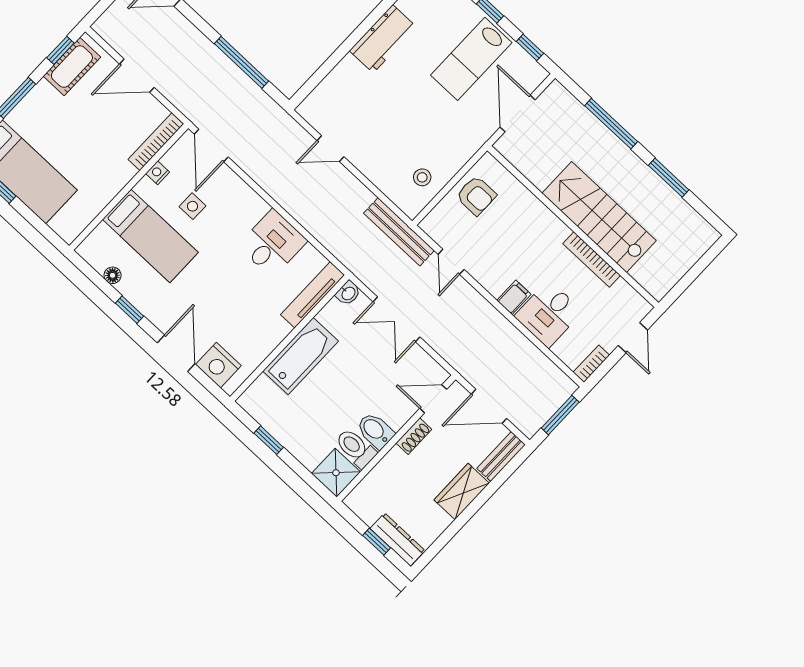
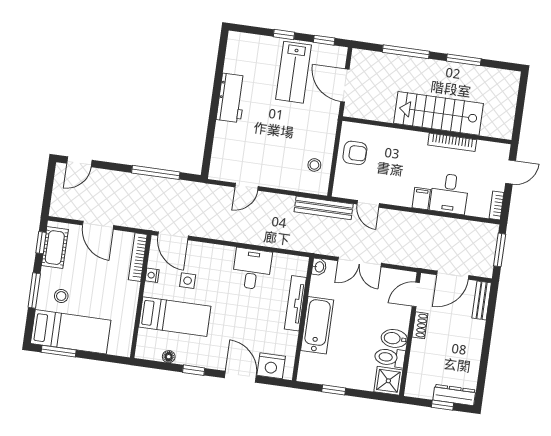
door: (137, 76) -> (98, 225), hinge flipped
stool: (41, 125) -> (61, 296), added
tv unit: (313, 295) -> (295, 303), moved
door: (633, 338) -> (511, 172), hinge flipped
wardrobe: (462, 492) -> (473, 338), removed

